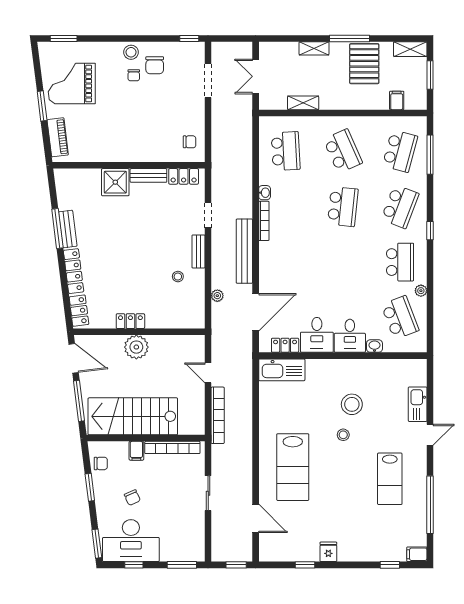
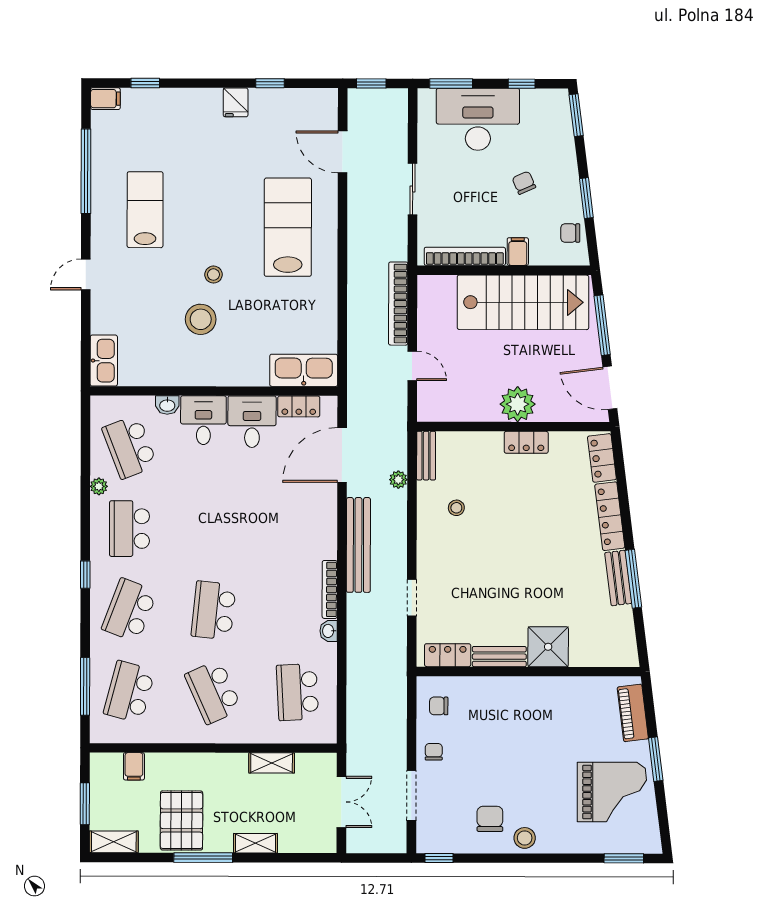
chair: (134, 75) -> (434, 752), moved
bench: (198, 251) -> (426, 456), moved
kitchen sink: (418, 404) -> (104, 361), moved
desk: (131, 541) -> (478, 119), moved

